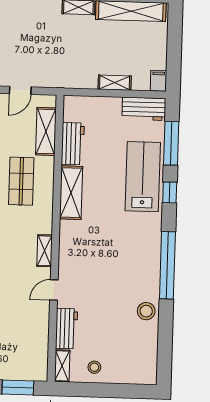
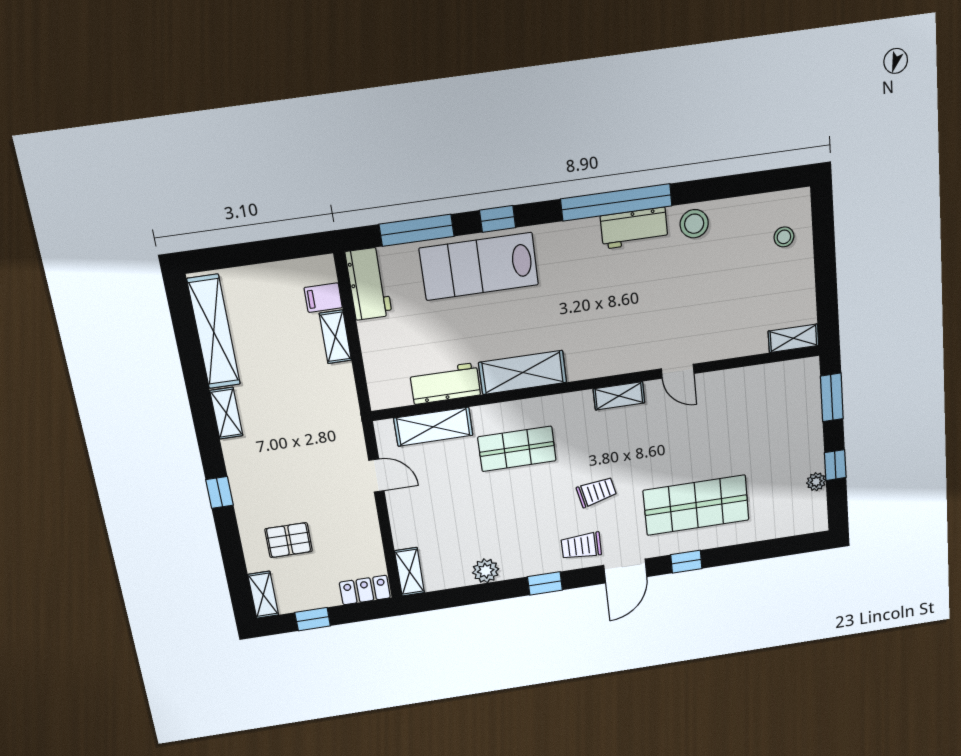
filing cabinet: (158, 81) -> (323, 298), moved
workbench: (67, 329) -> (634, 228), moved, turned 180
stool: (94, 367) -> (784, 237), moved

